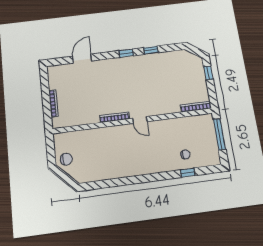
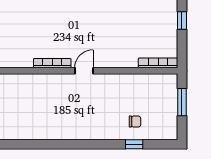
door: (140, 120) -> (84, 71), swing flipped
window: (219, 134) -> (182, 102), width x0.69

